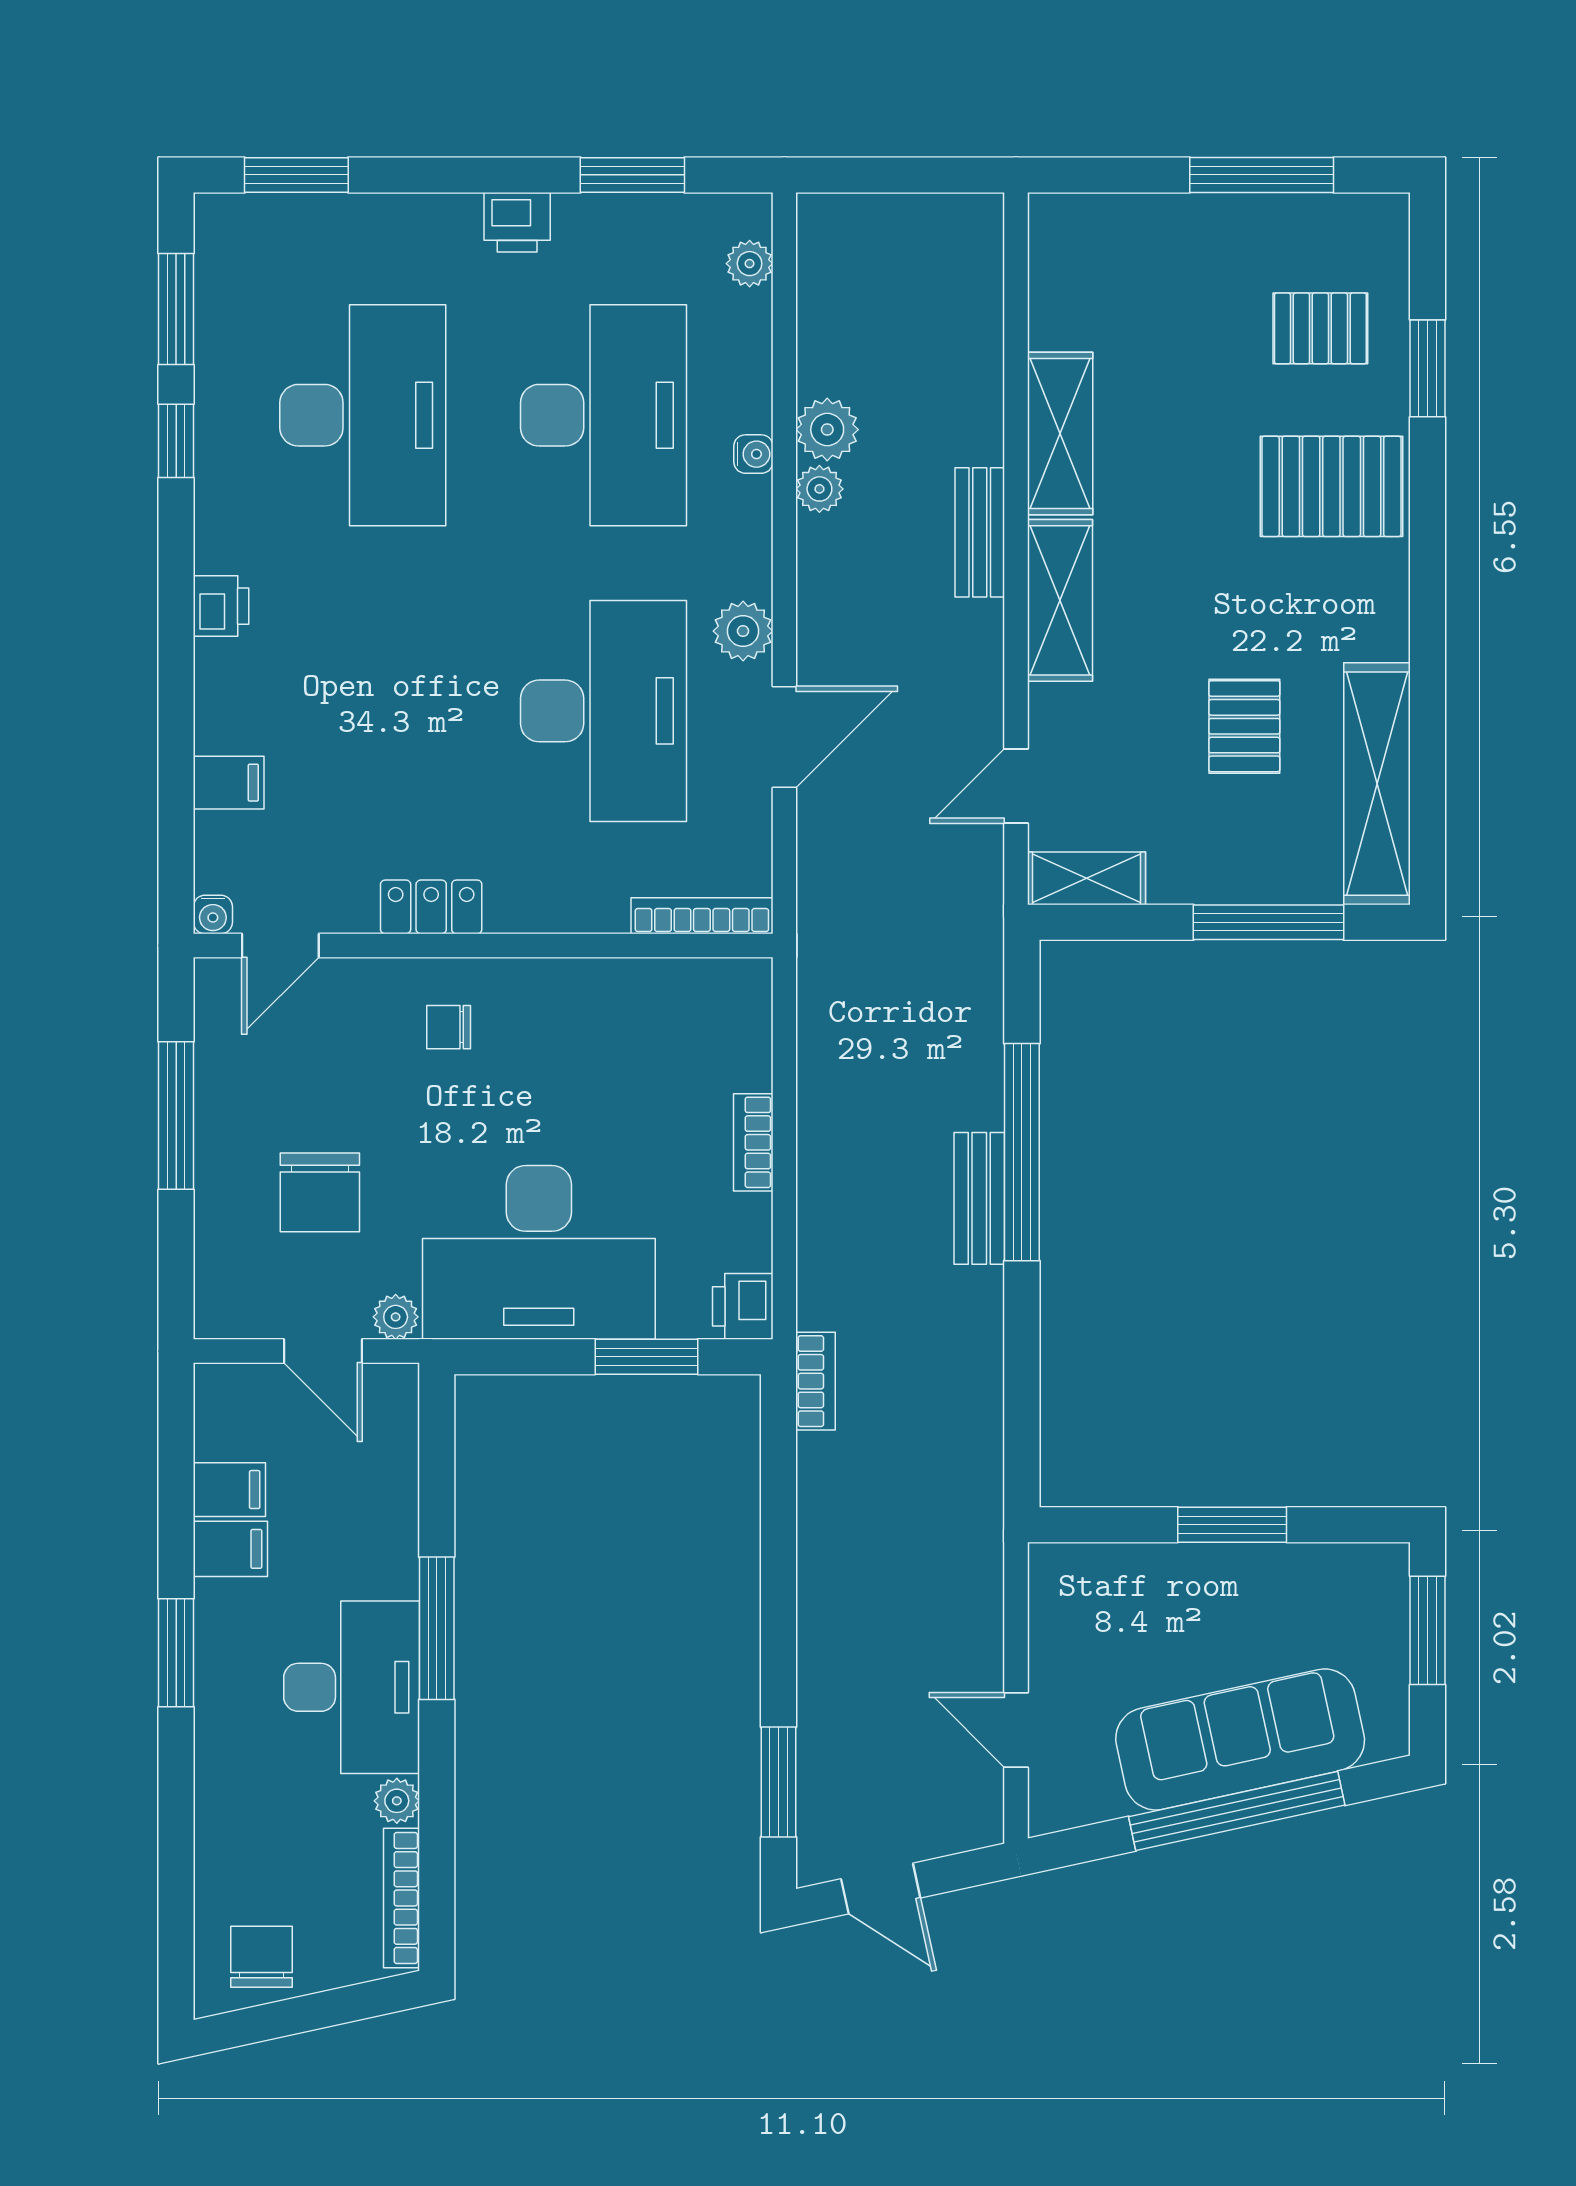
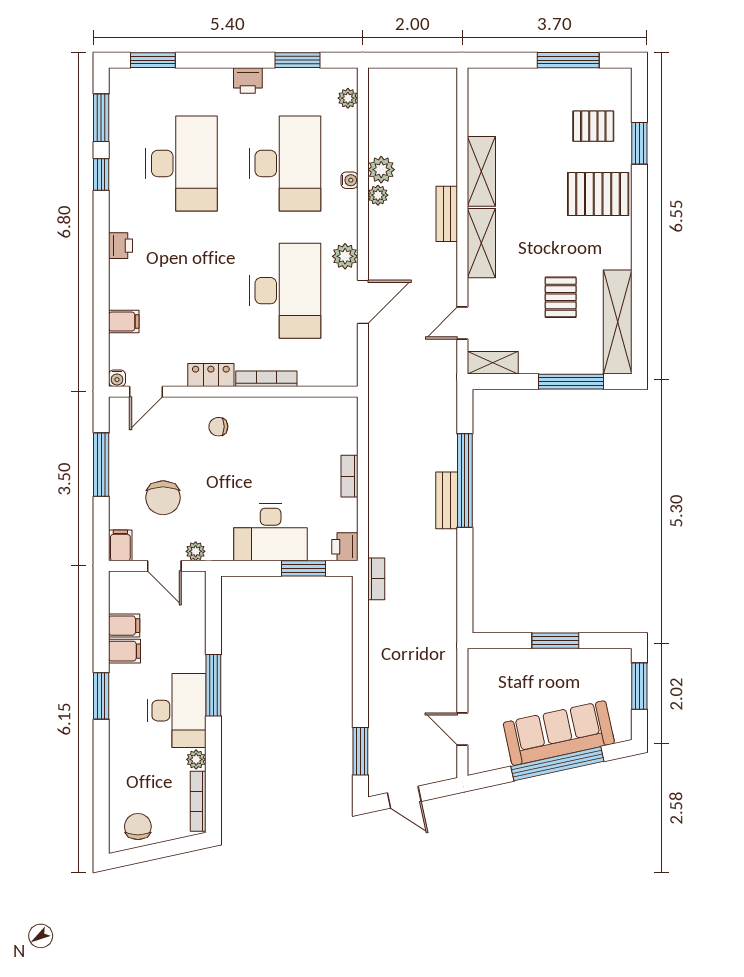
bookcase: (702, 916) -> (266, 379), moved
desk: (539, 1252) -> (271, 532), width x0.73, depth x0.77
filing cabinet: (221, 1303) -> (120, 545), added

